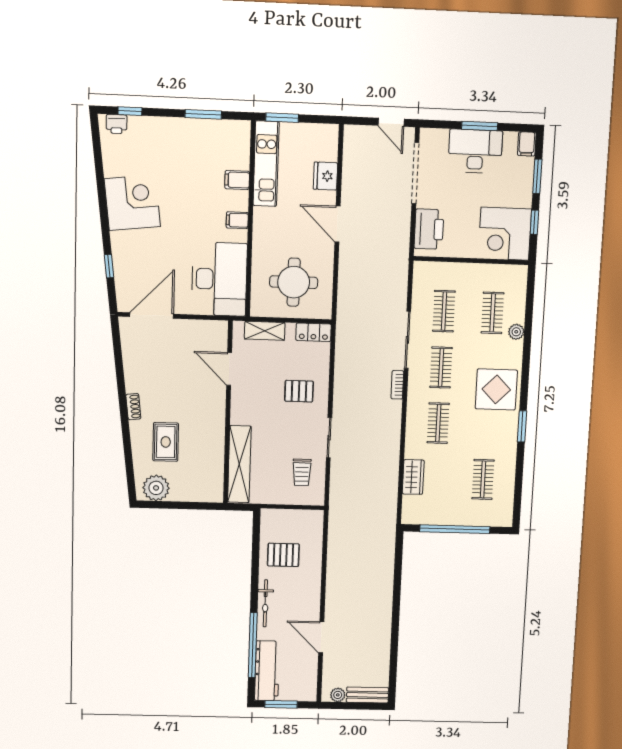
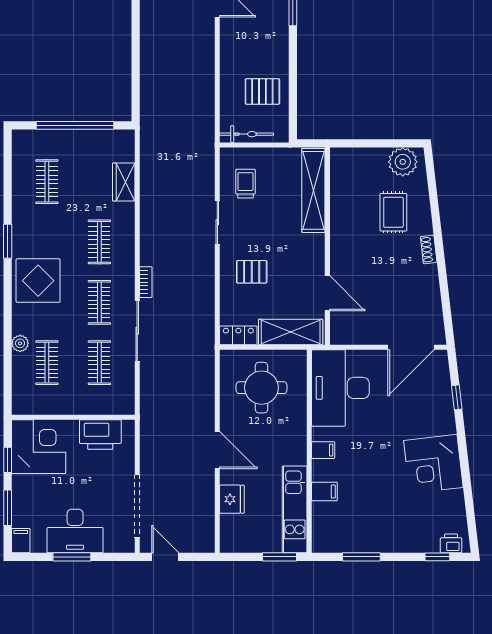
printer: (429, 229) -> (100, 435), moved, turned -90
shelving: (265, 331) -> (291, 332), width x1.50, depth x1.33
bicycle: (265, 603) -> (246, 134), moved, turned 90

